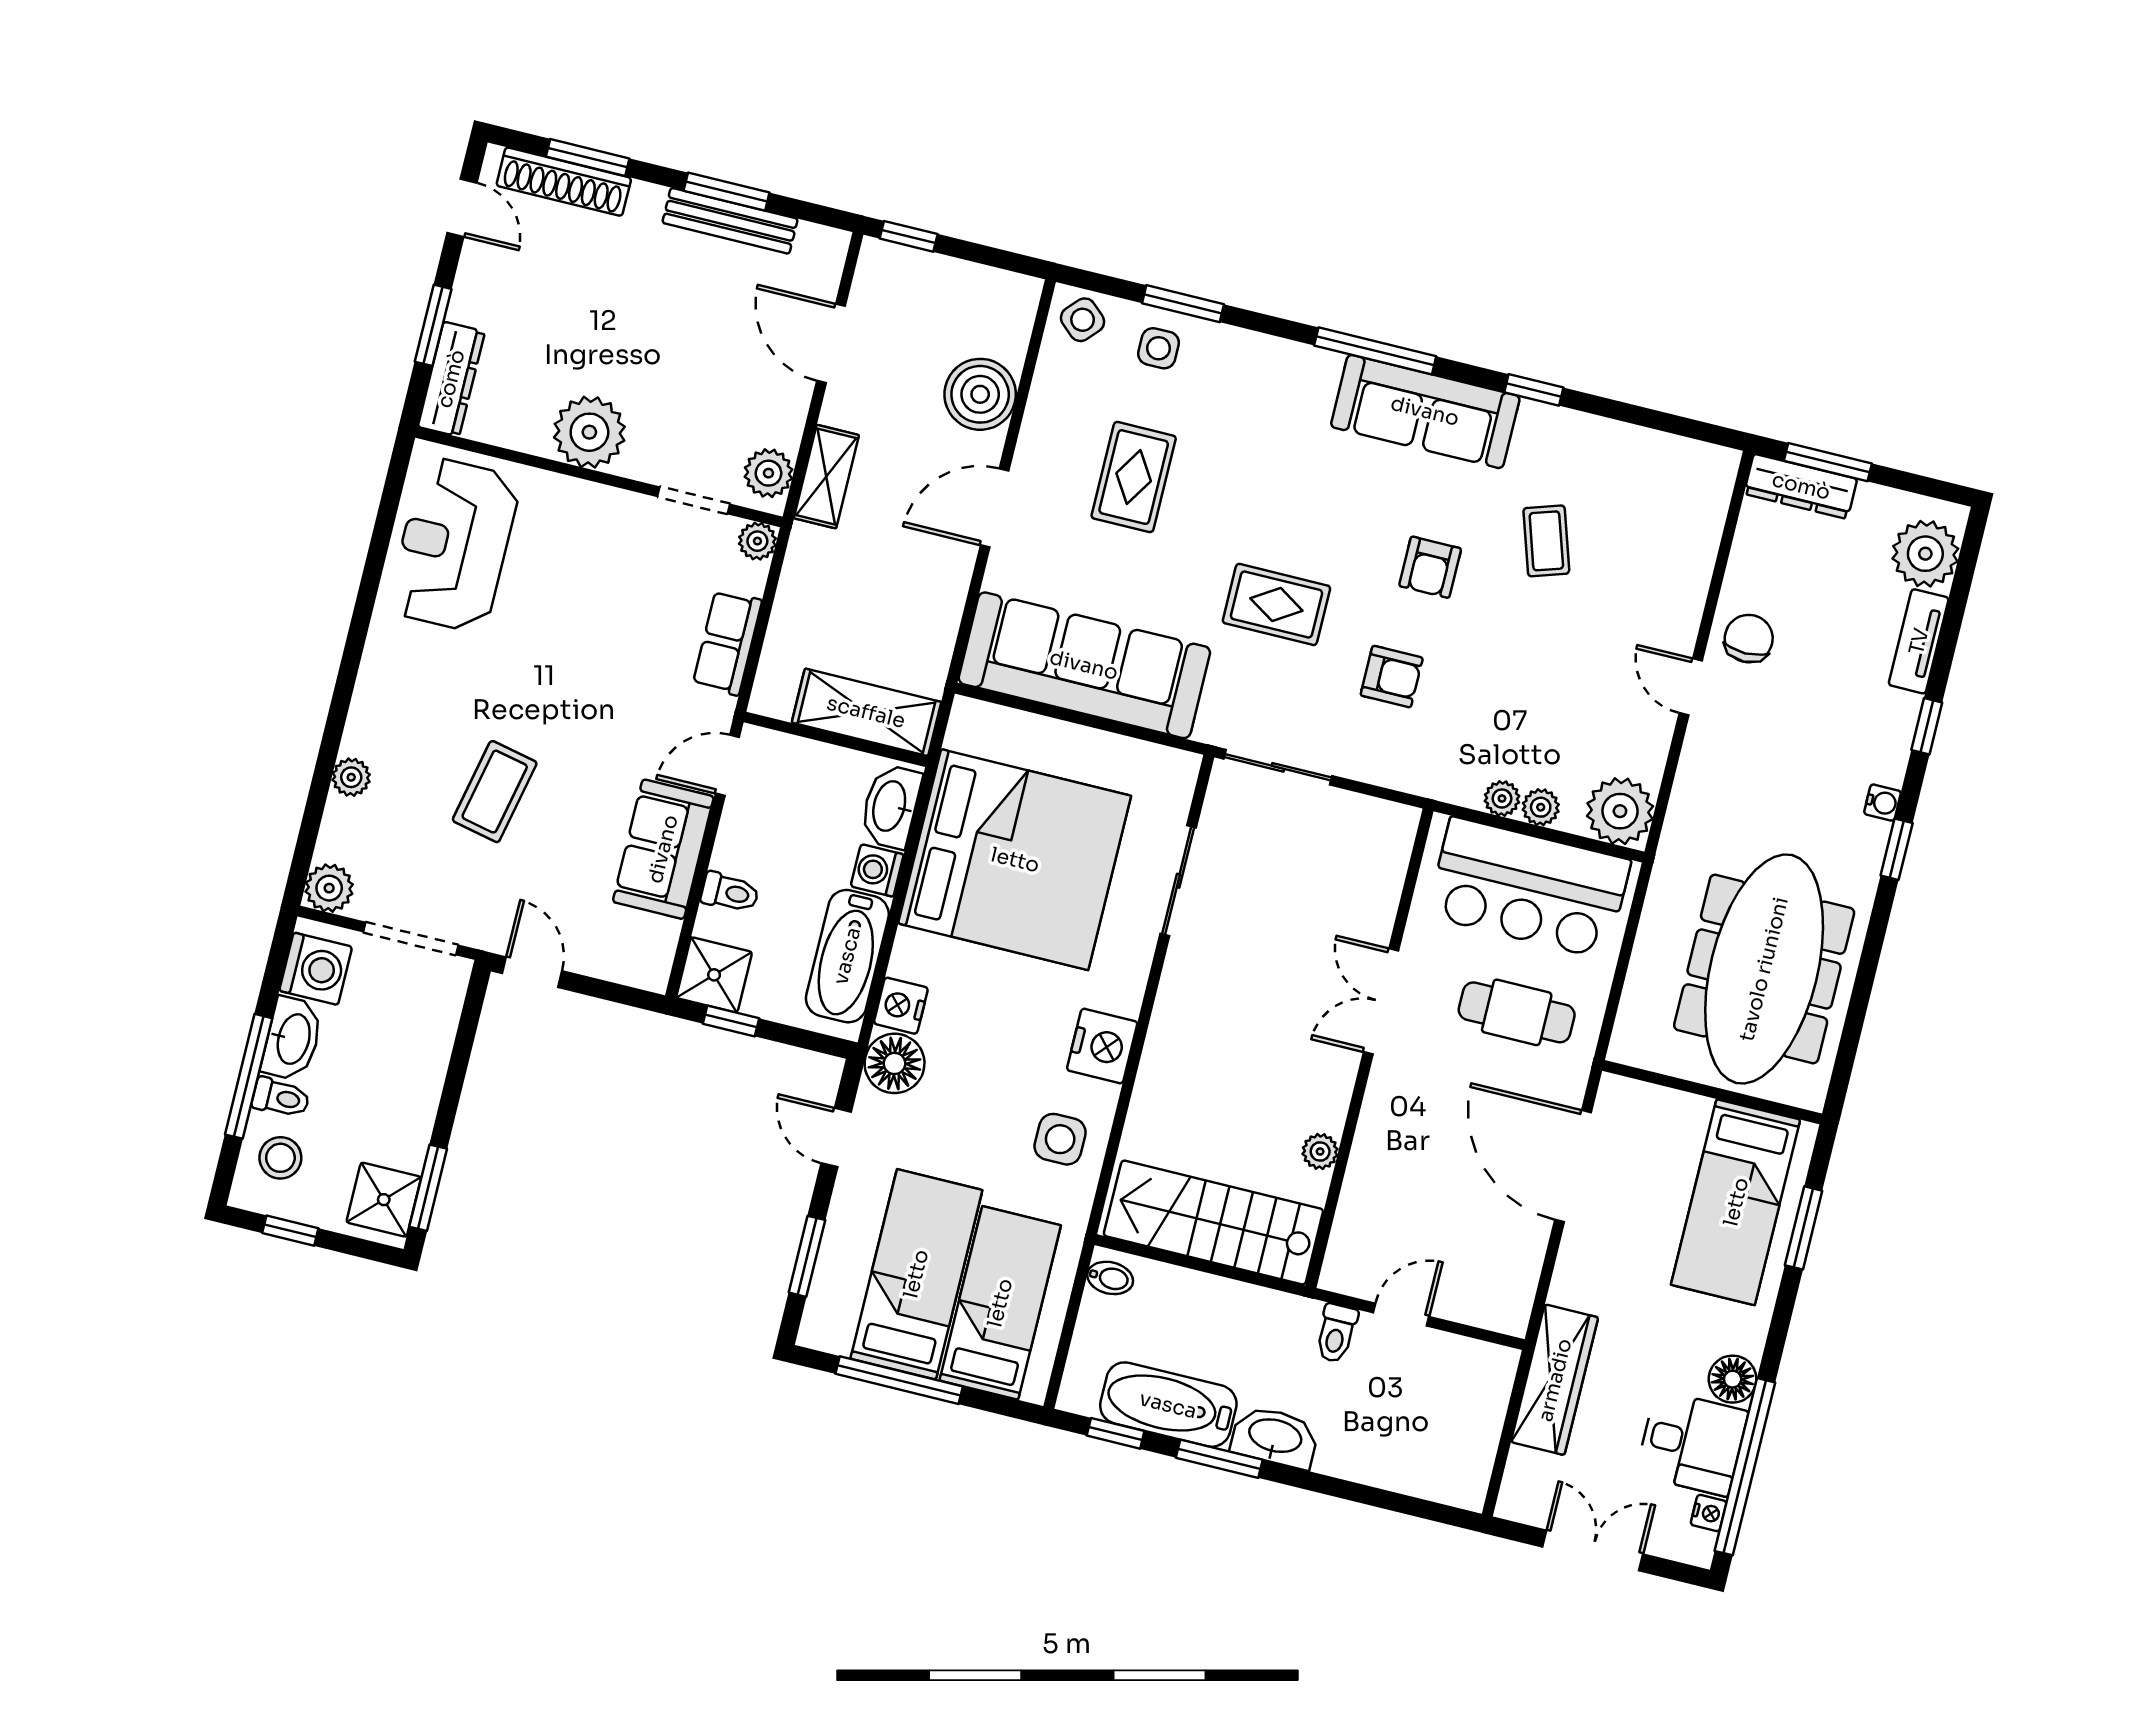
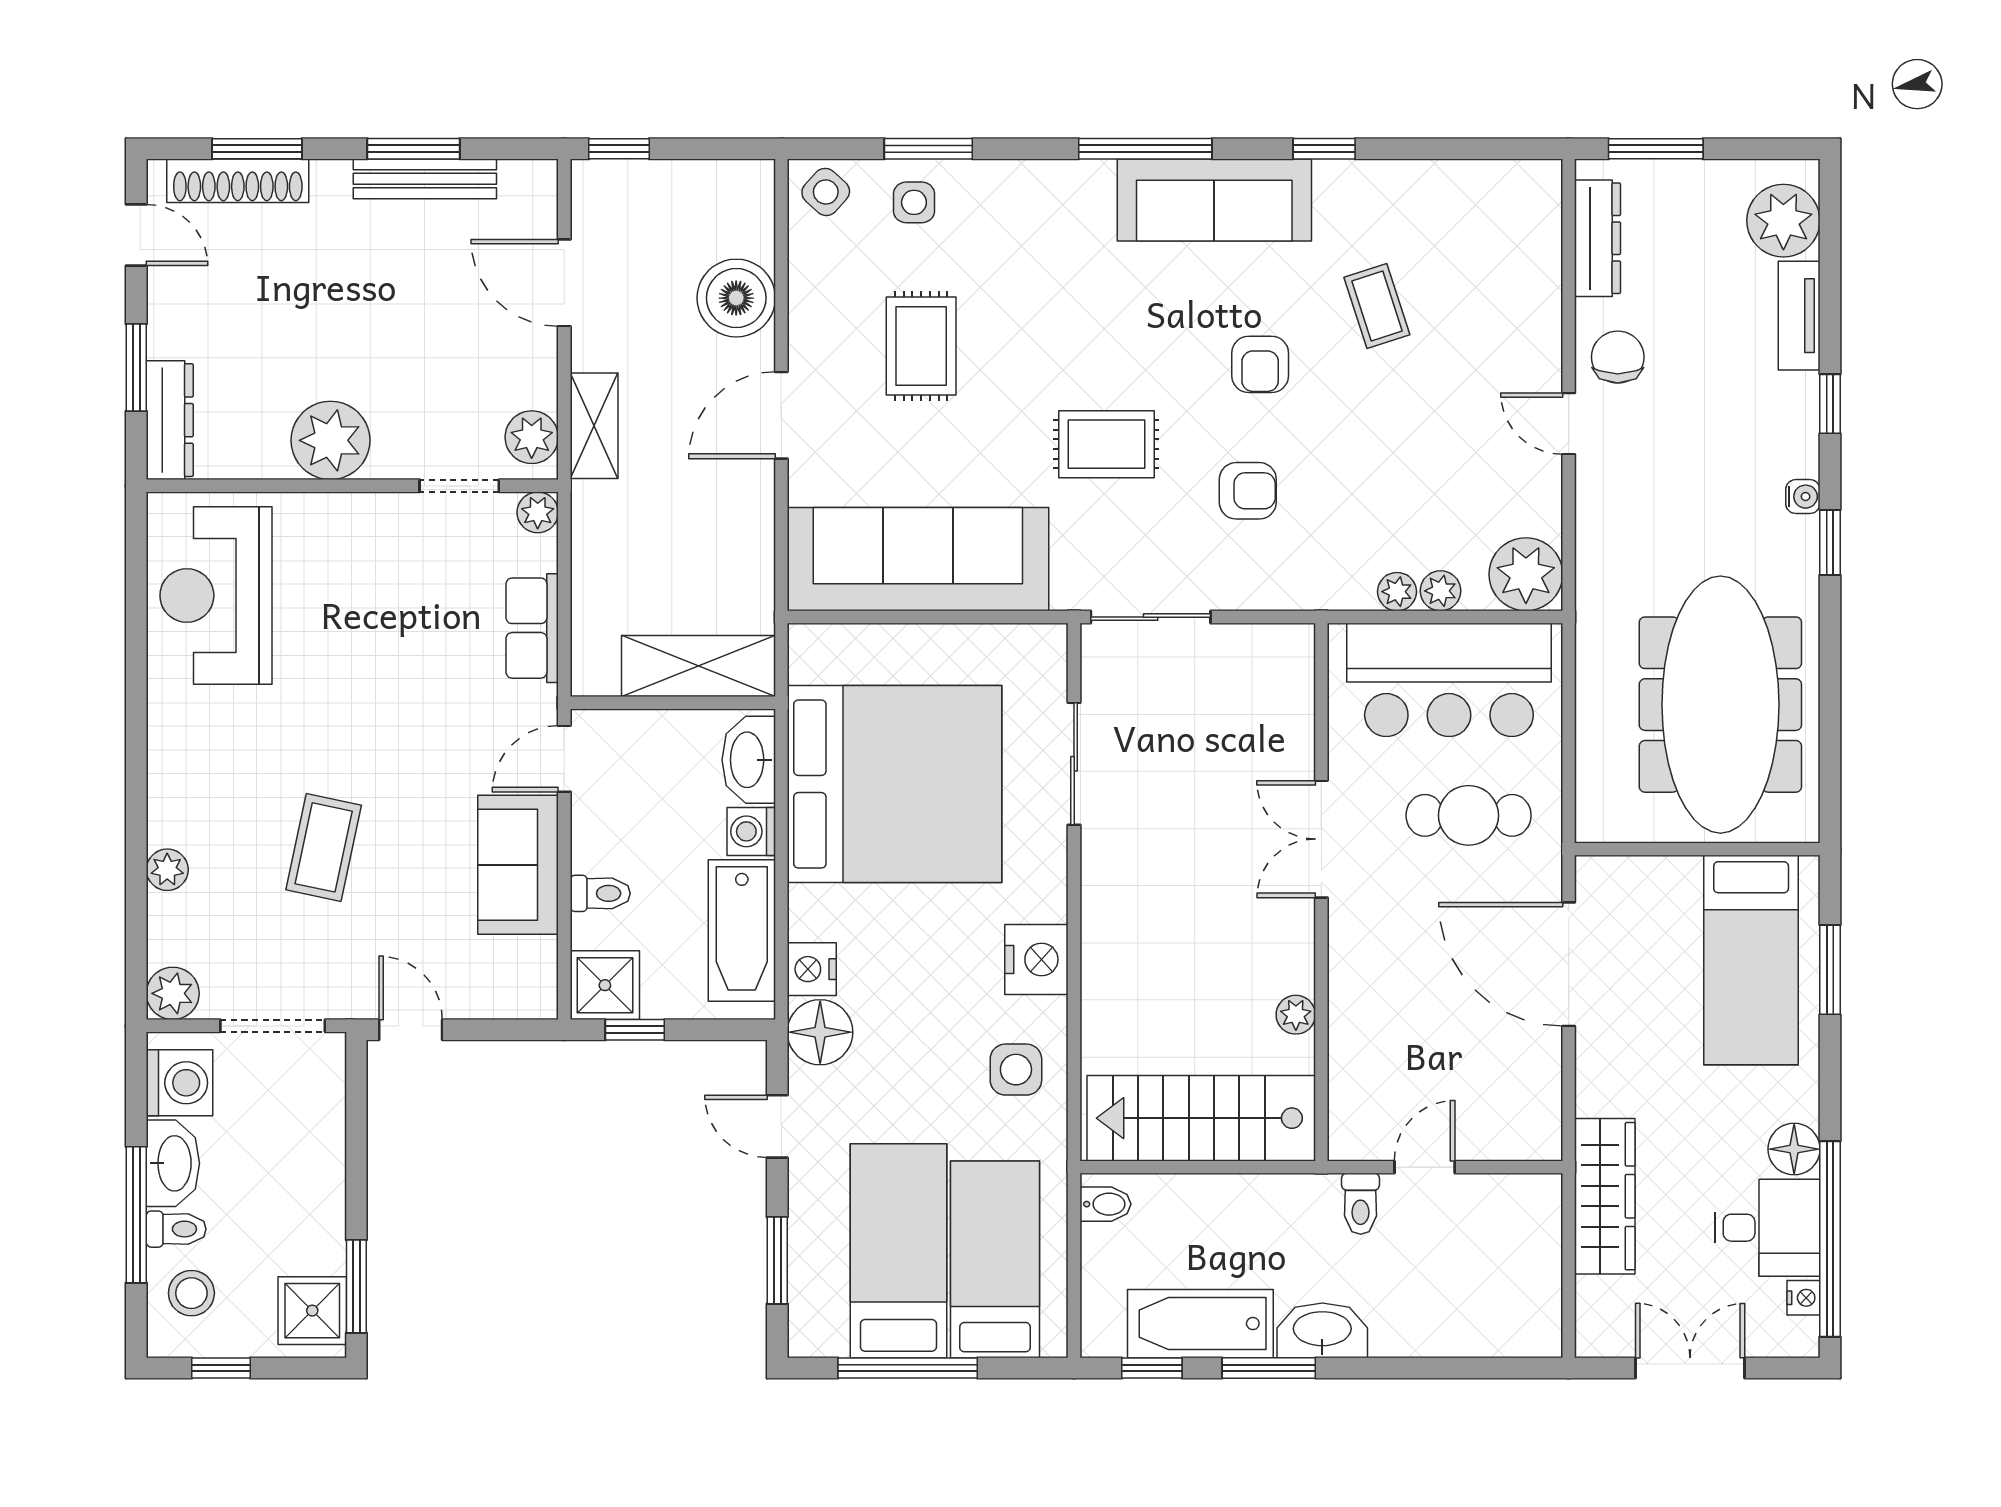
dresser: (1801, 486) -> (1598, 238), moved, turned -90

